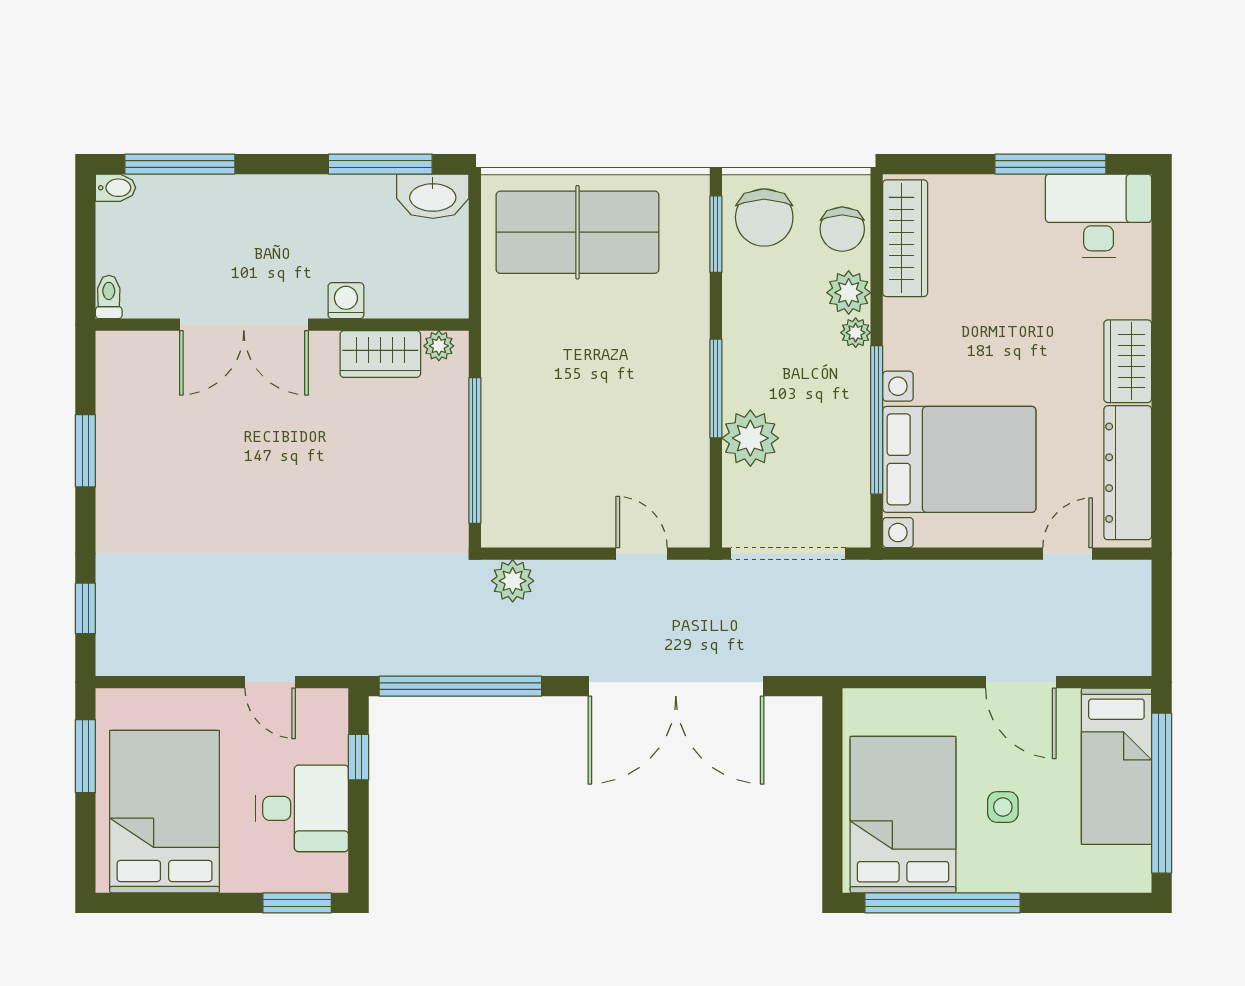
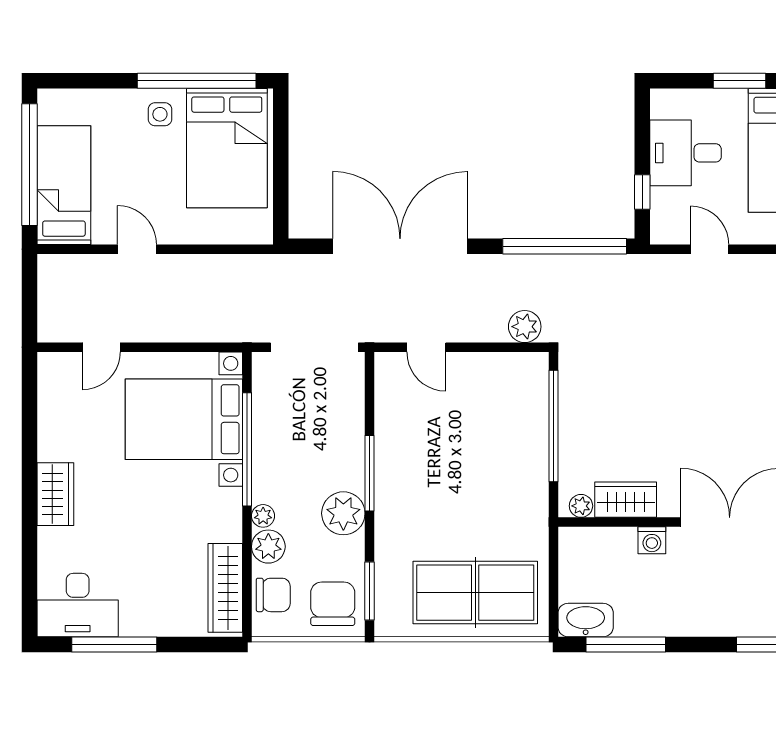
chair: (842, 229) -> (273, 595), turned 90
plant: (750, 438) -> (343, 513), moved
dresser: (1128, 473) -> (55, 409), removed
door: (1021, 682) -> (137, 249), width x0.73
side table: (1003, 807) -> (160, 114), moved
window: (297, 903) -> (740, 81), moved

